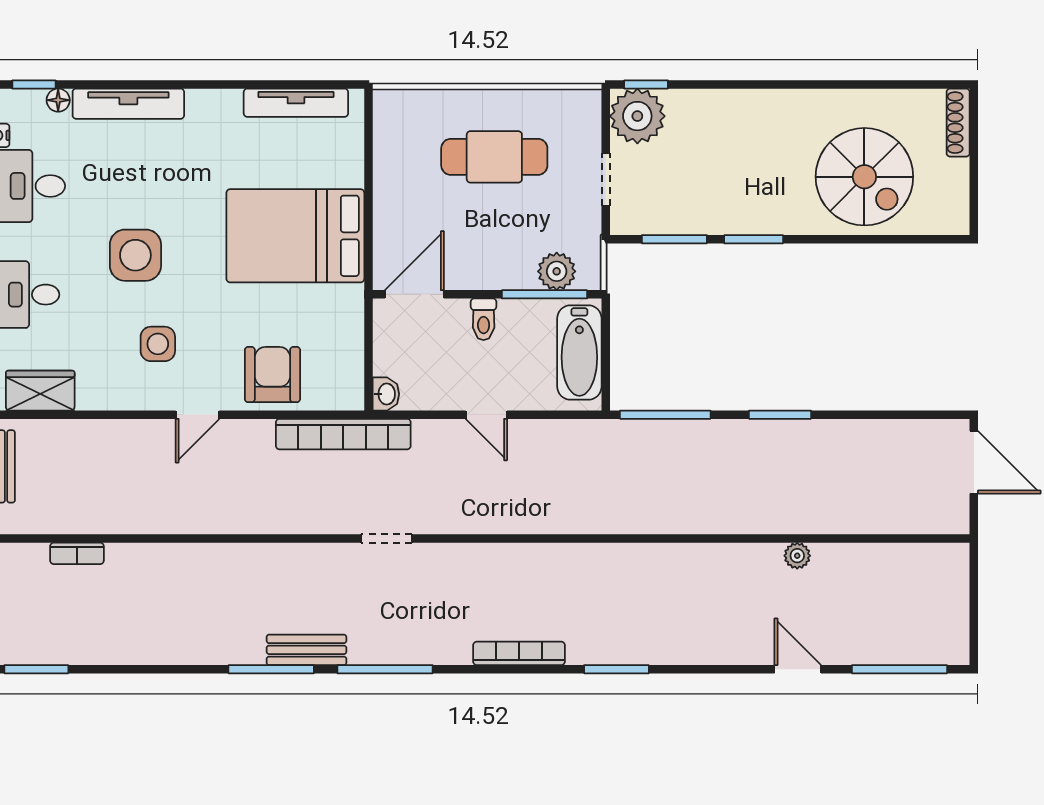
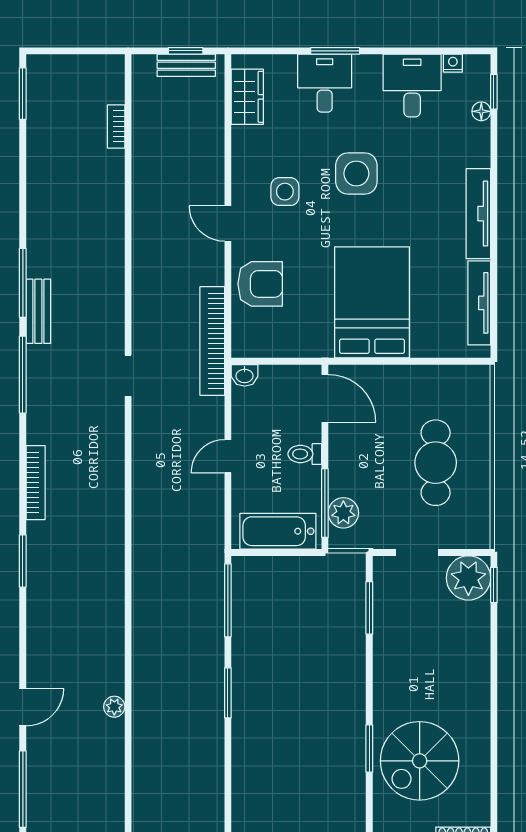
tv unit: (128, 104) -> (478, 214), moved
window: (754, 239) -> (369, 749), moved

